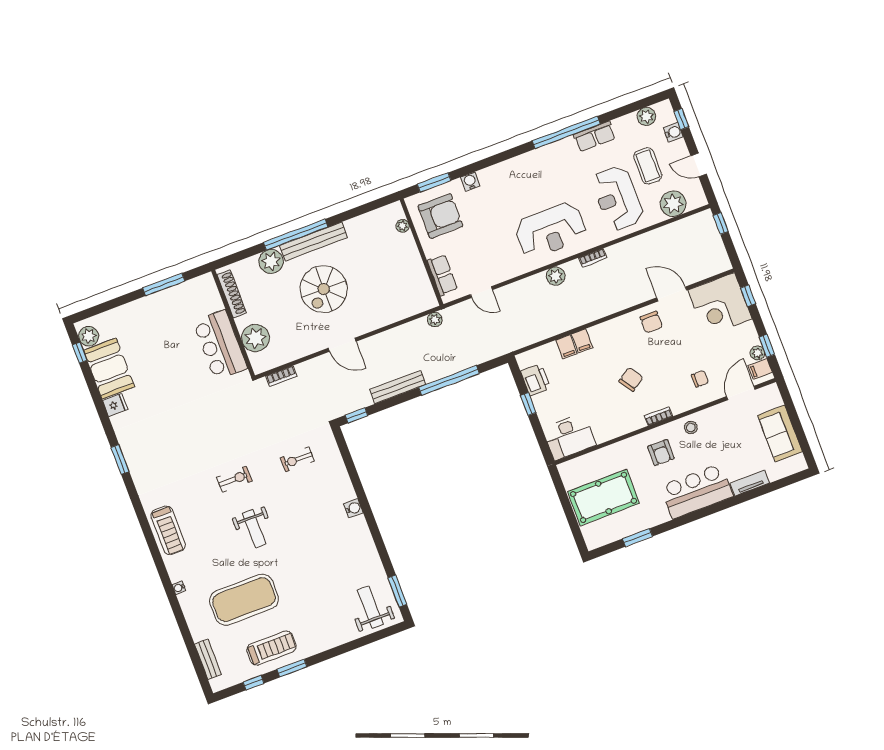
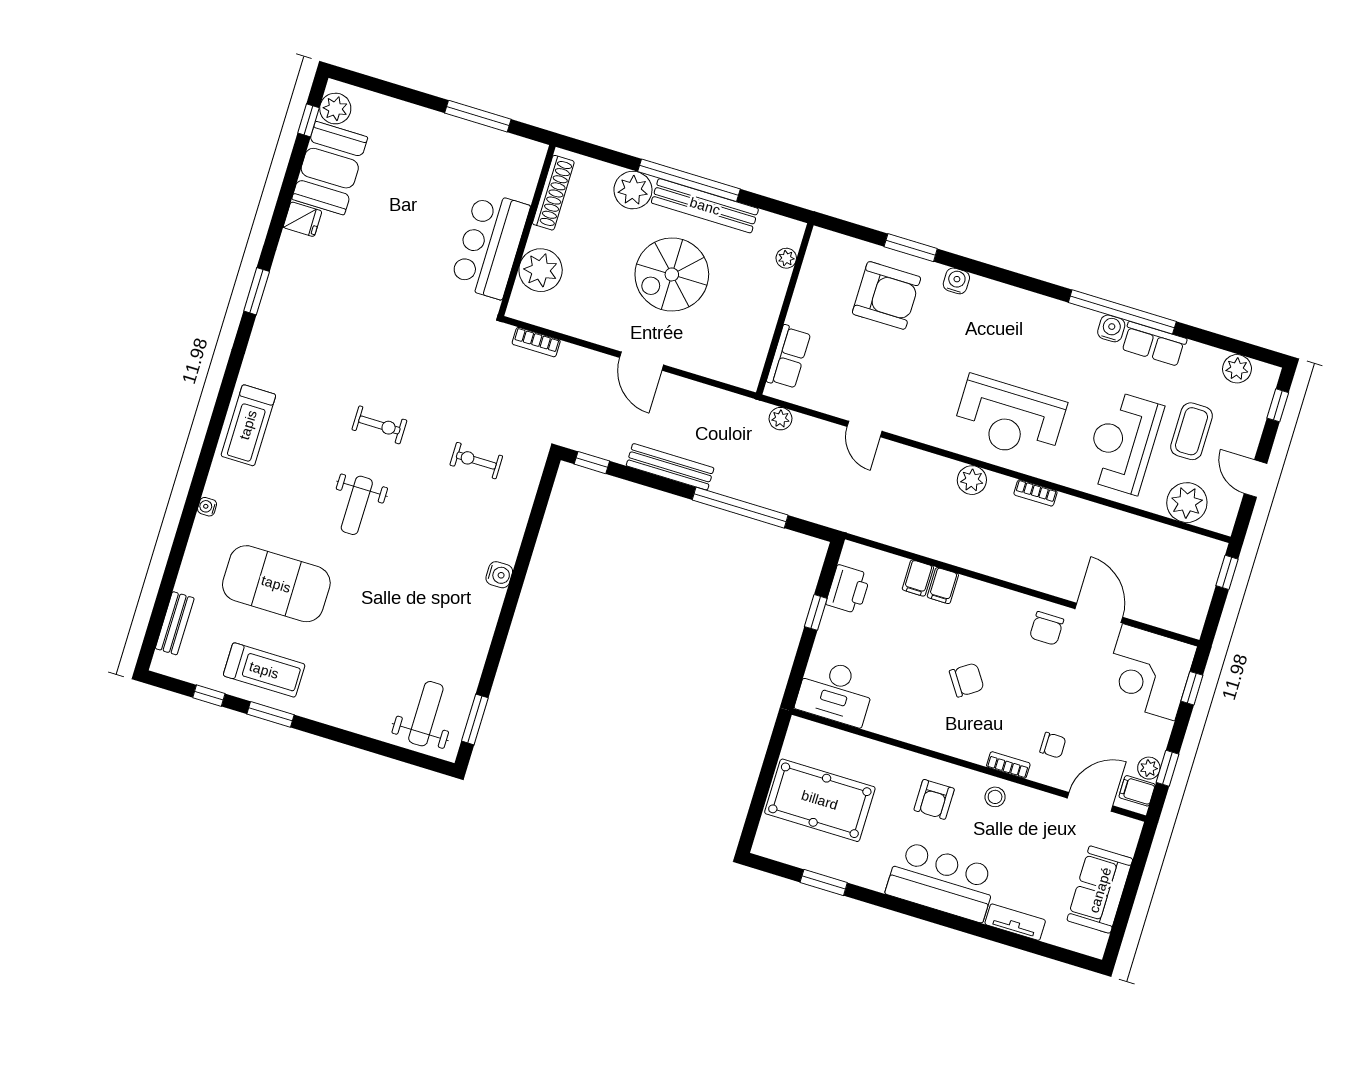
water cooler: (673, 132) -> (1111, 328), moved, turned -90
plant: (403, 226) -> (786, 258), moved
wall: (422, 252) -> (785, 309), moved
row of seats: (442, 275) -> (789, 357), moved
bookcase: (658, 416) -> (1008, 765), moved

